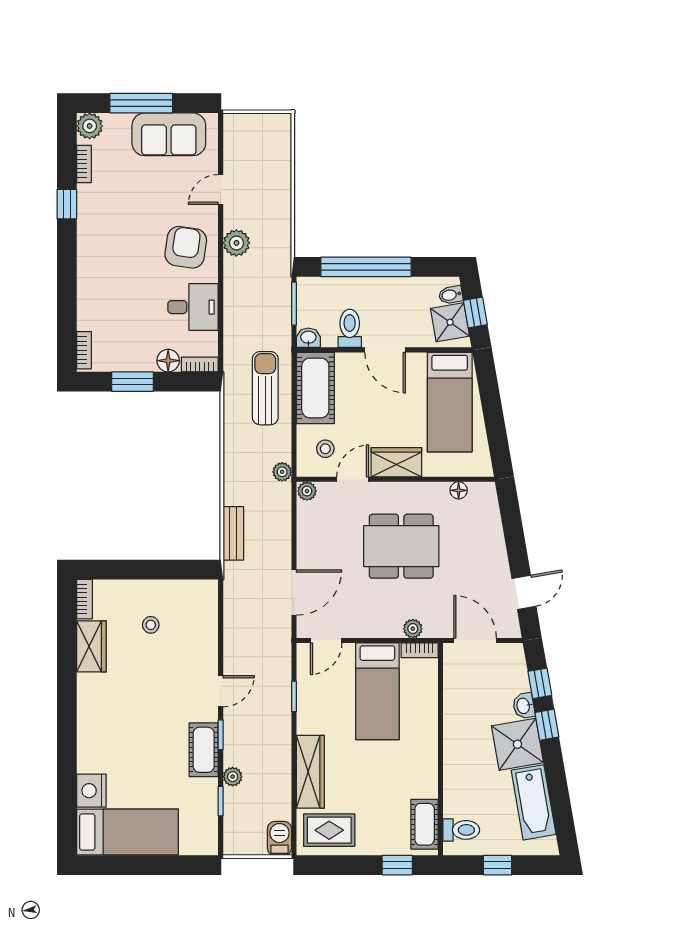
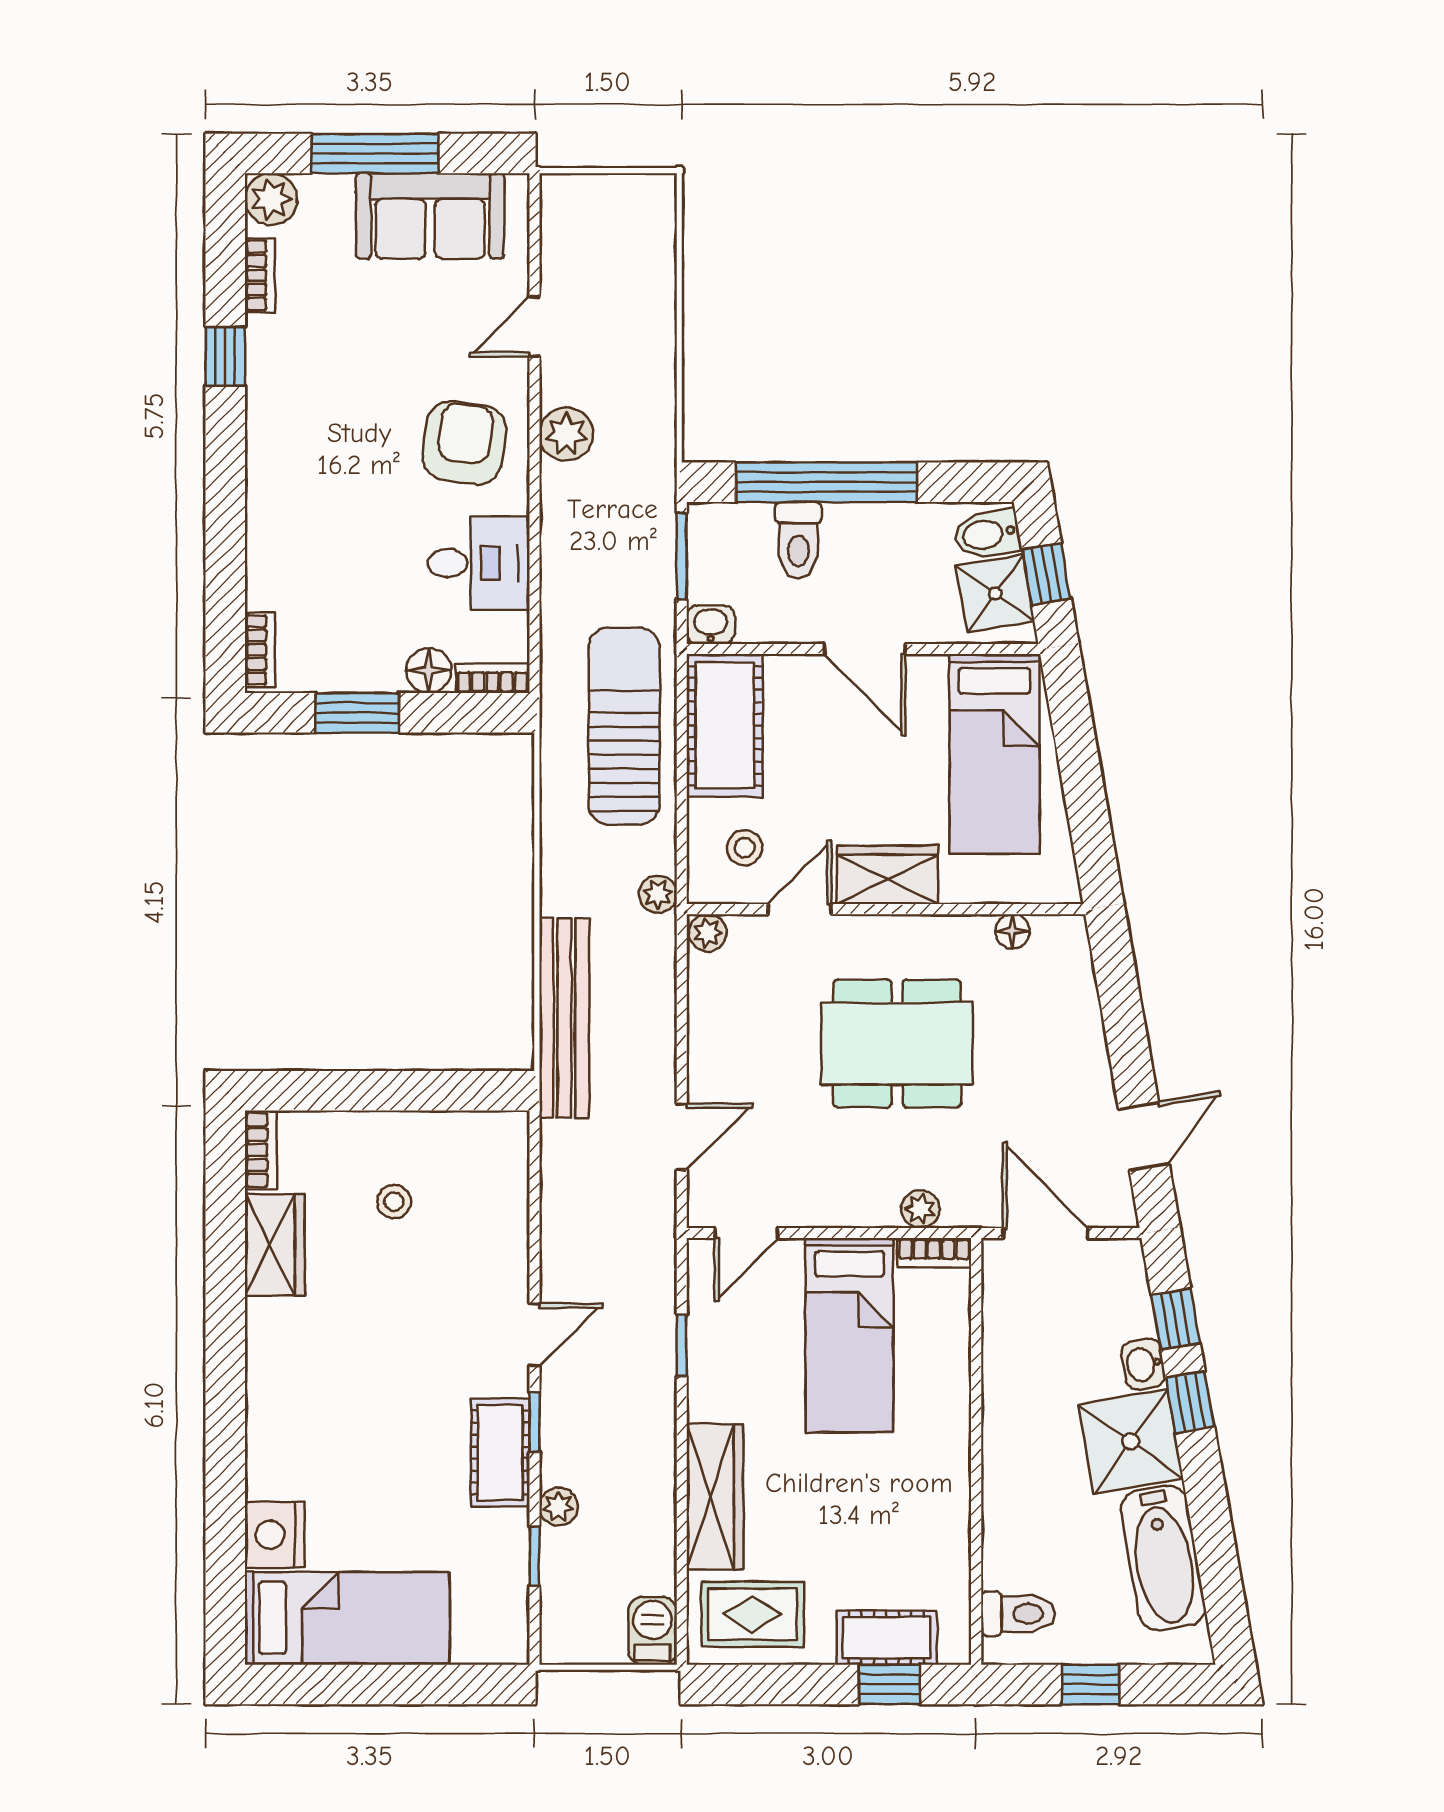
bidet: (451, 295) -> (987, 534), width x1.38, depth x1.36
toilet: (350, 328) -> (798, 540), moved, turned 180
sun lounger: (265, 388) -> (624, 726), width x1.36, depth x1.34
bench: (233, 533) -> (564, 1018), width x1.86, depth x1.21
door: (294, 593) -> (682, 1137), width x0.73
cot: (425, 824) -> (886, 1638), moved, turned 90

